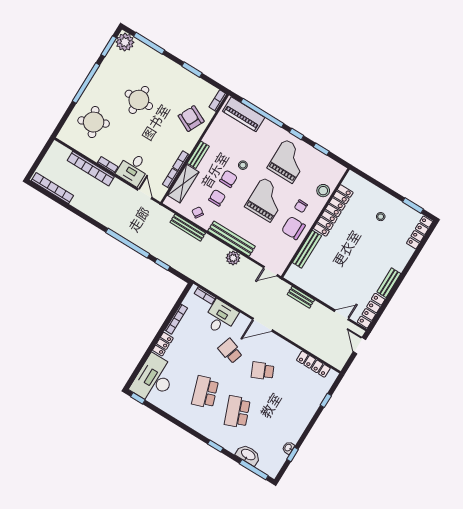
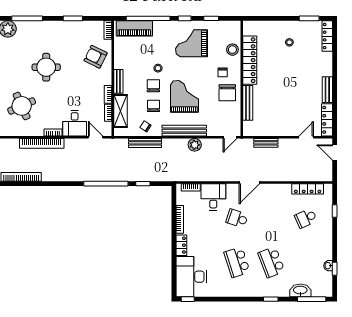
grand piano: (288, 161) -> (191, 43), turned -90
grand piano: (266, 200) -> (184, 96), moved
chair: (293, 228) -> (227, 93), turned -90
school desk: (263, 371) -> (306, 218), moved

